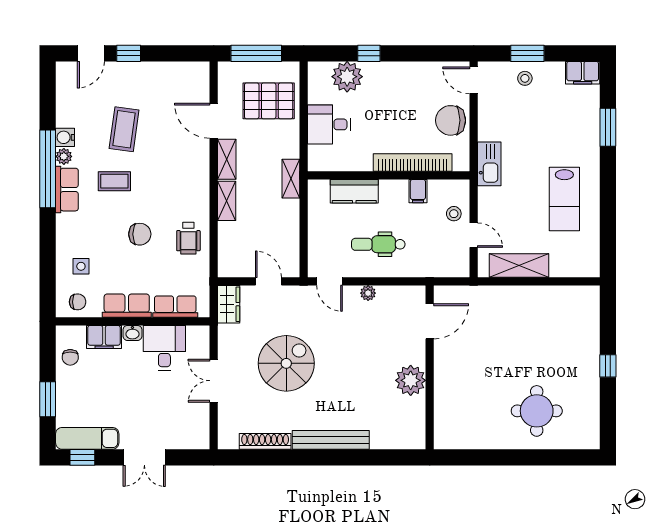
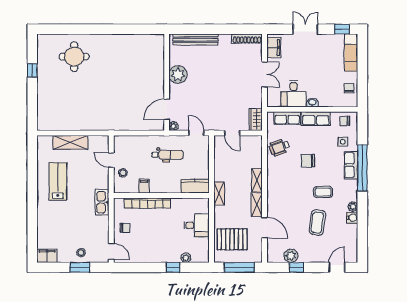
window: (129, 53) -> (297, 267), moved
plant: (169, 73) -> (291, 256), added
plant: (347, 77) -> (186, 258), width x0.53, depth x0.53
chair: (451, 120) -> (125, 228), width x0.54, depth x0.54
window: (608, 127) -> (32, 224), removed
window: (48, 169) -> (362, 168), moved
row of seats: (67, 190) -> (351, 165), moved
kitchen counter: (354, 191) -> (195, 186), moved
wheelchair: (188, 238) -> (279, 147), moved, turned -110
shelving: (519, 265) -> (70, 142), moved
door: (430, 321) -> (167, 109), moved
filing cabinet: (104, 337) -> (274, 48), moved, turned 90
spiral stairs: (286, 363) -> (222, 85), removed
window: (608, 366) -> (32, 70), moved
wall: (430, 367) -> (167, 82), moved
plant: (411, 380) -> (178, 75), moved
window: (48, 399) -> (362, 63), removed
exam couch: (87, 438) -> (351, 53), moved, turned 90
shoe rack: (265, 441) -> (247, 39), moved

